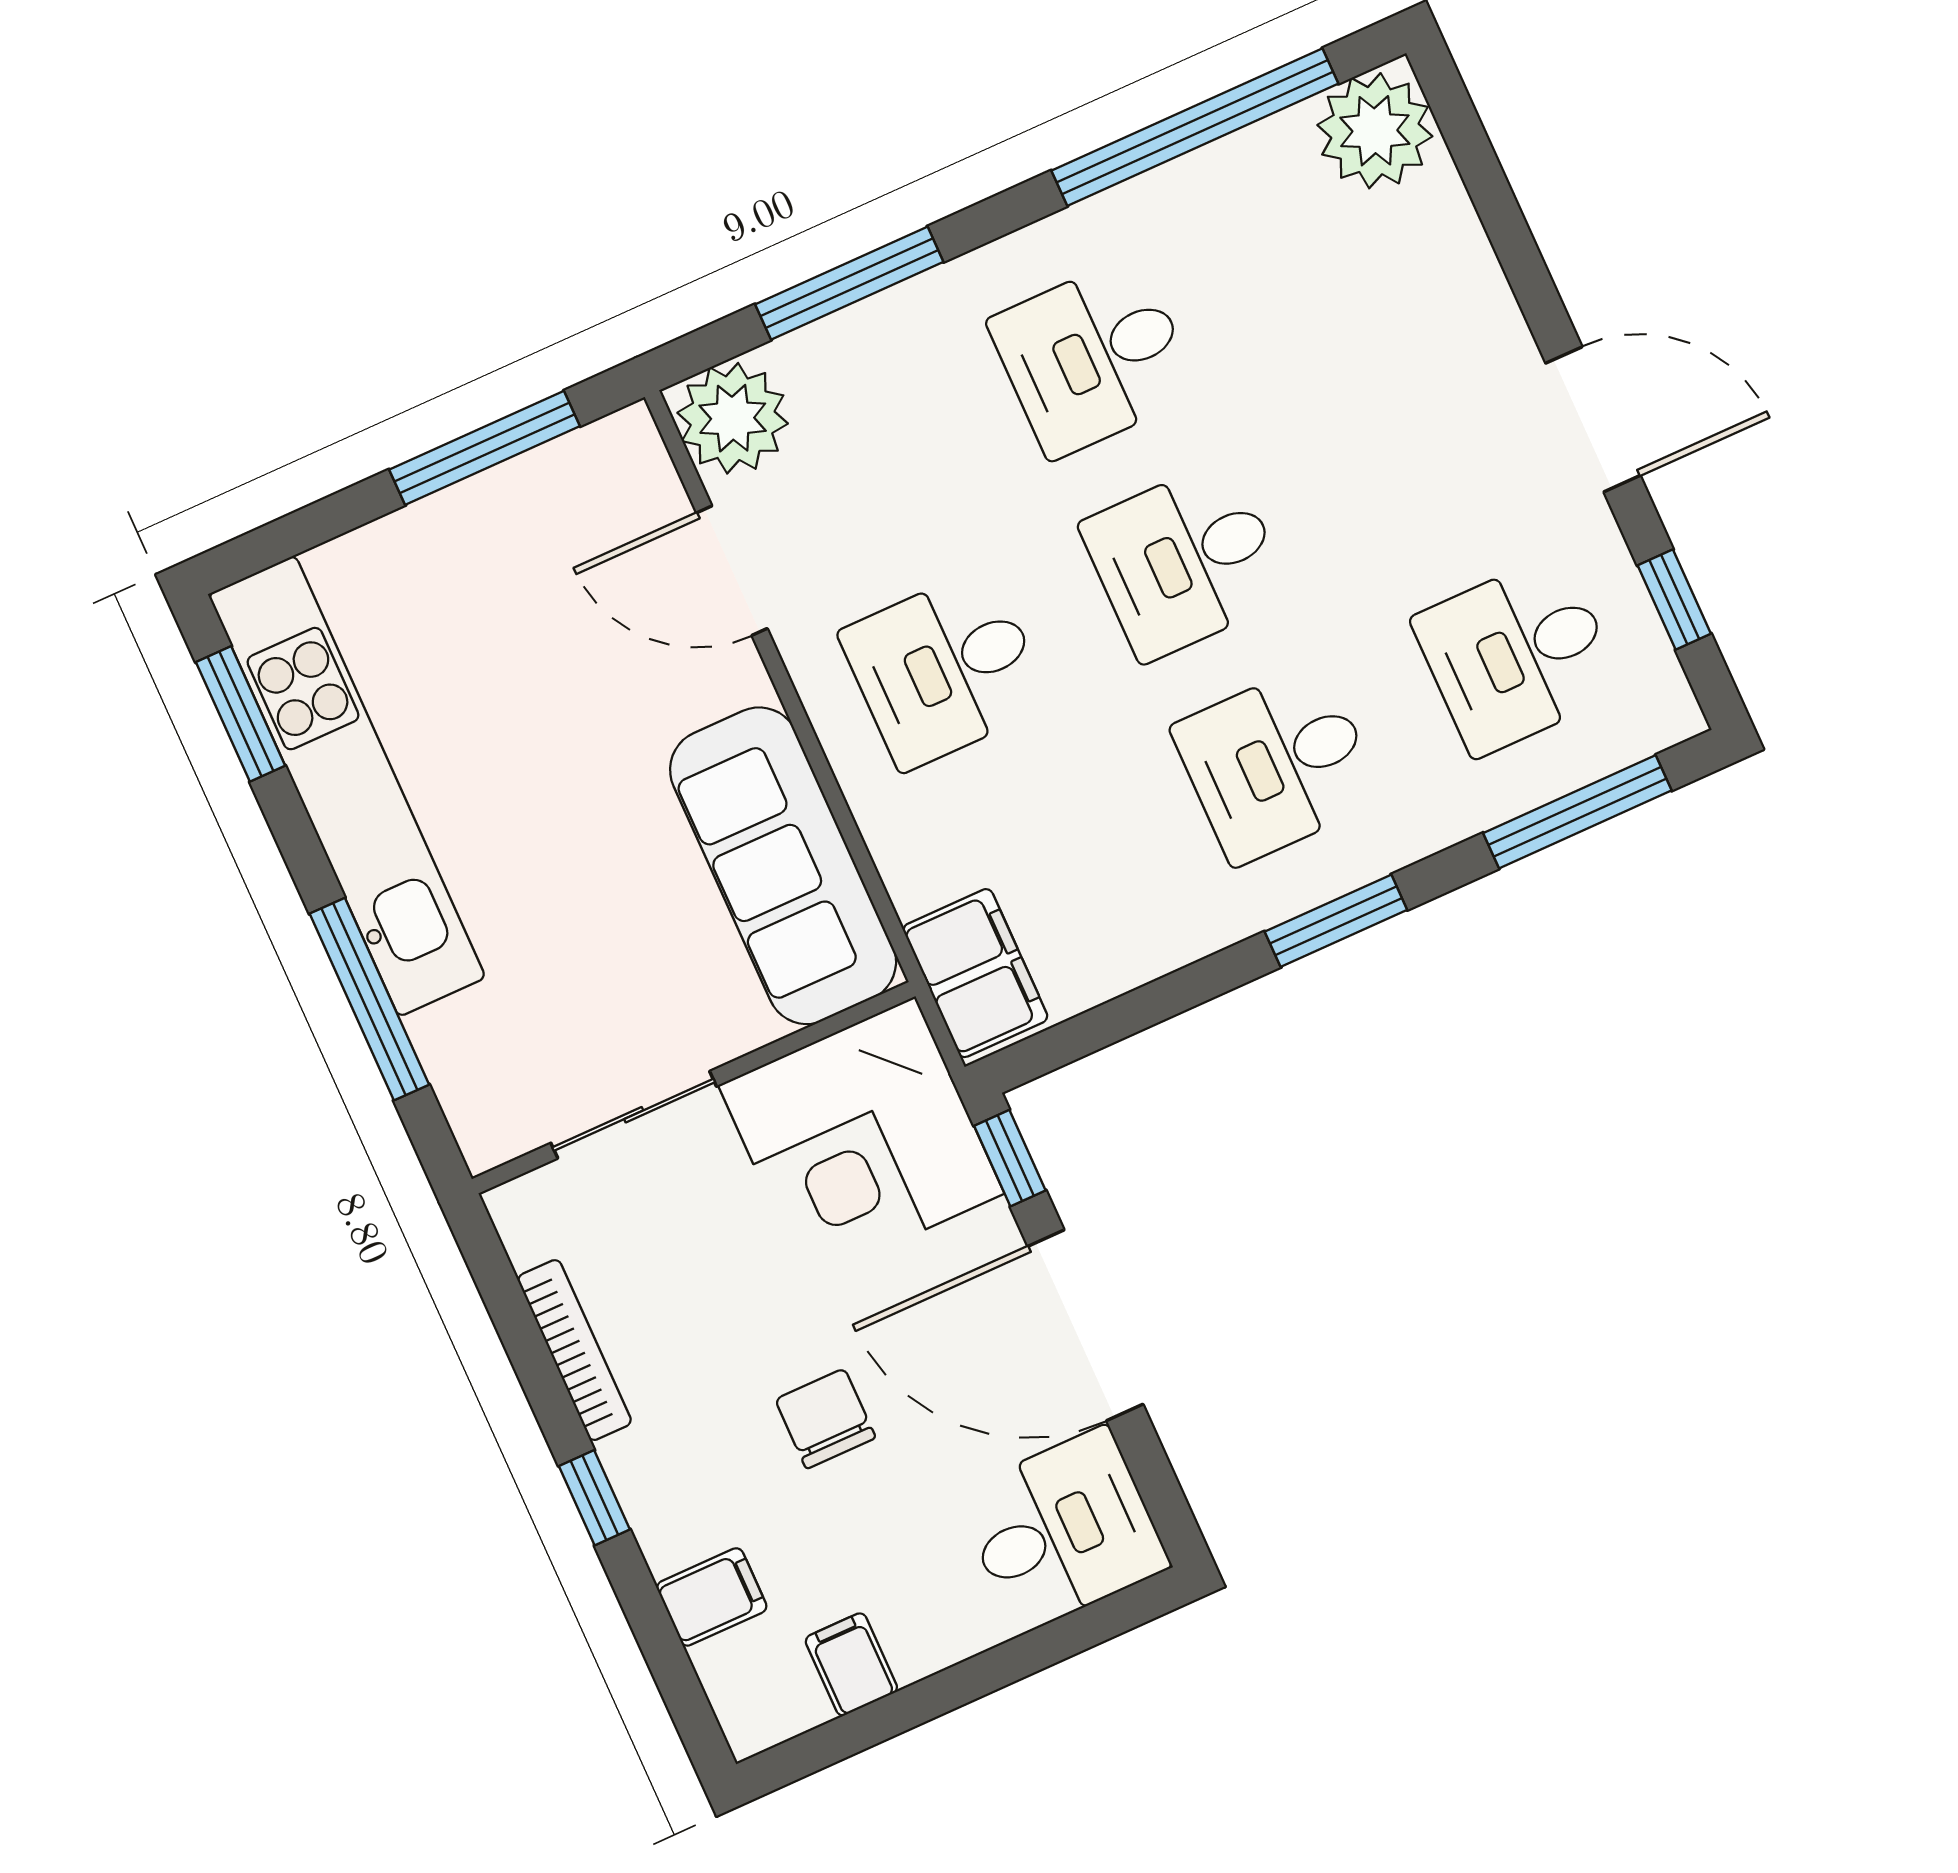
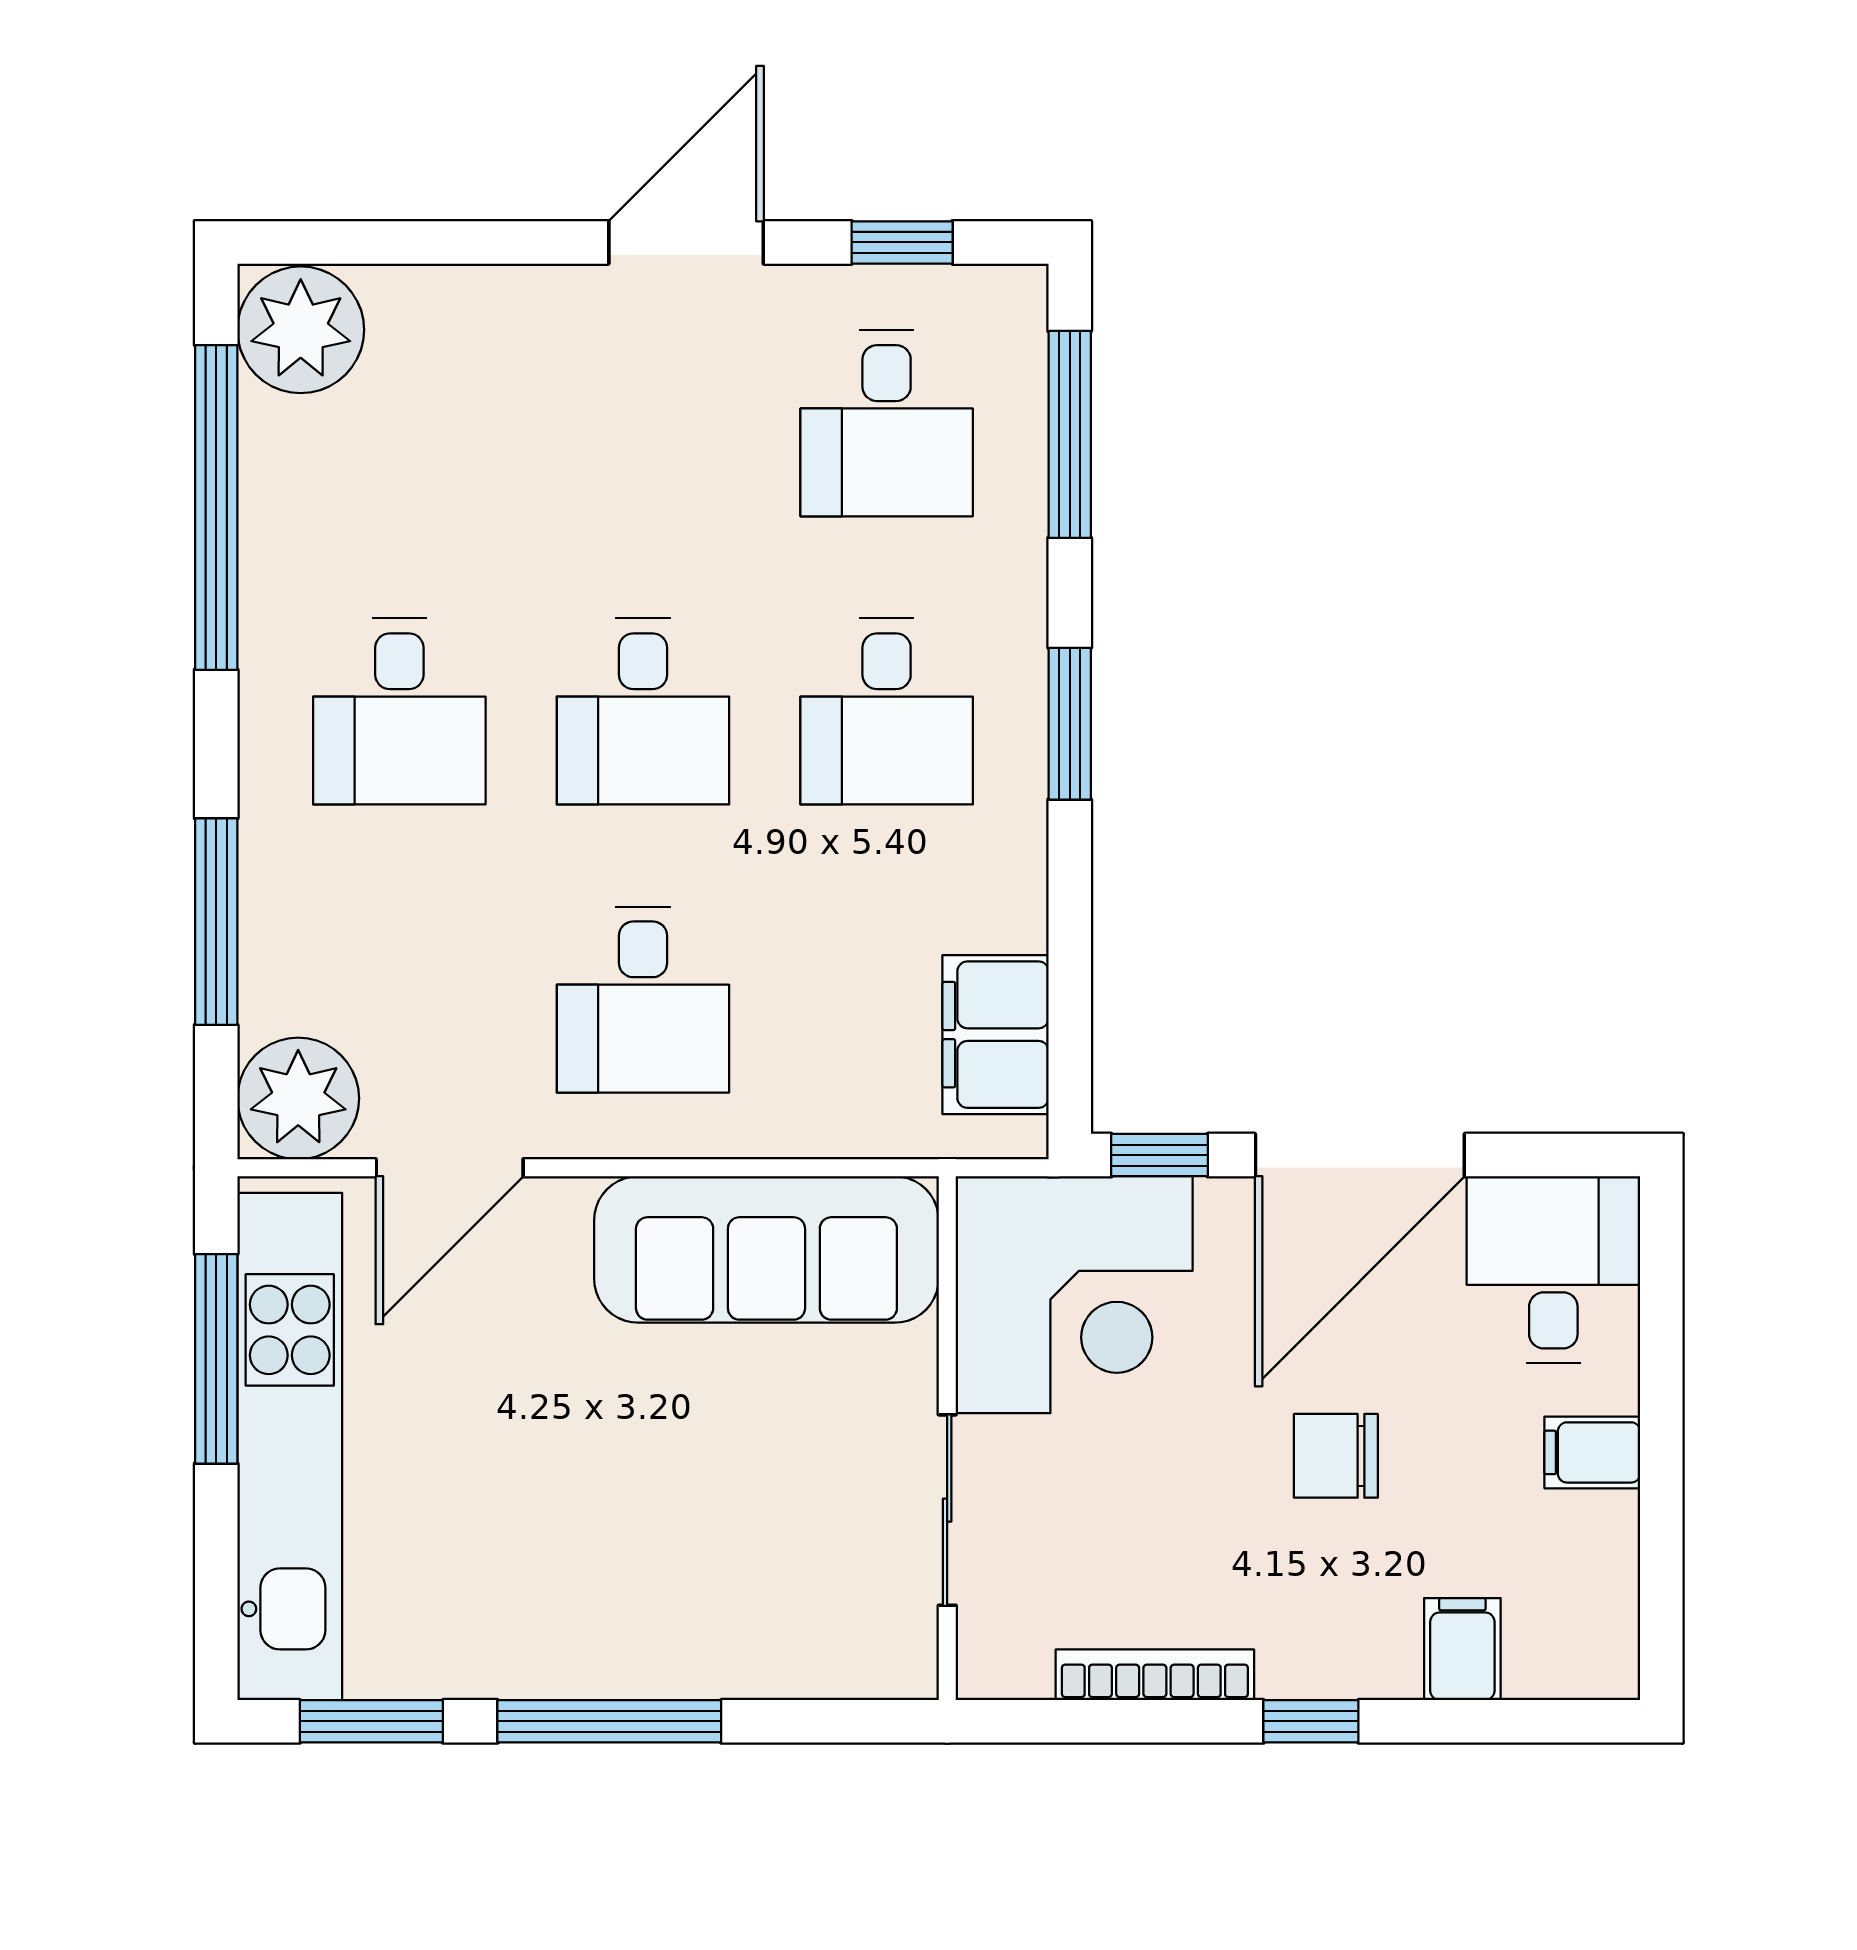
kitchen unit: (347, 786) -> (290, 1447), moved, turned 90
filing cabinet: (975, 973) -> (996, 1035), moved, turned -90
window: (369, 999) -> (609, 1721), moved
filing cabinet: (851, 1664) -> (1592, 1452), moved

